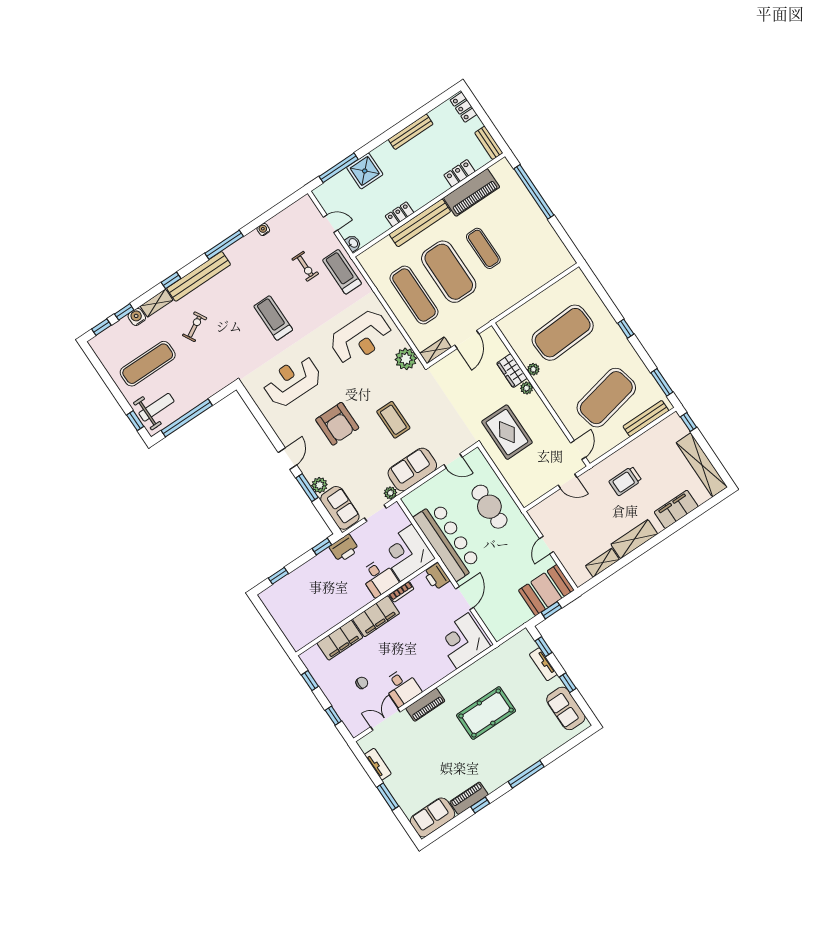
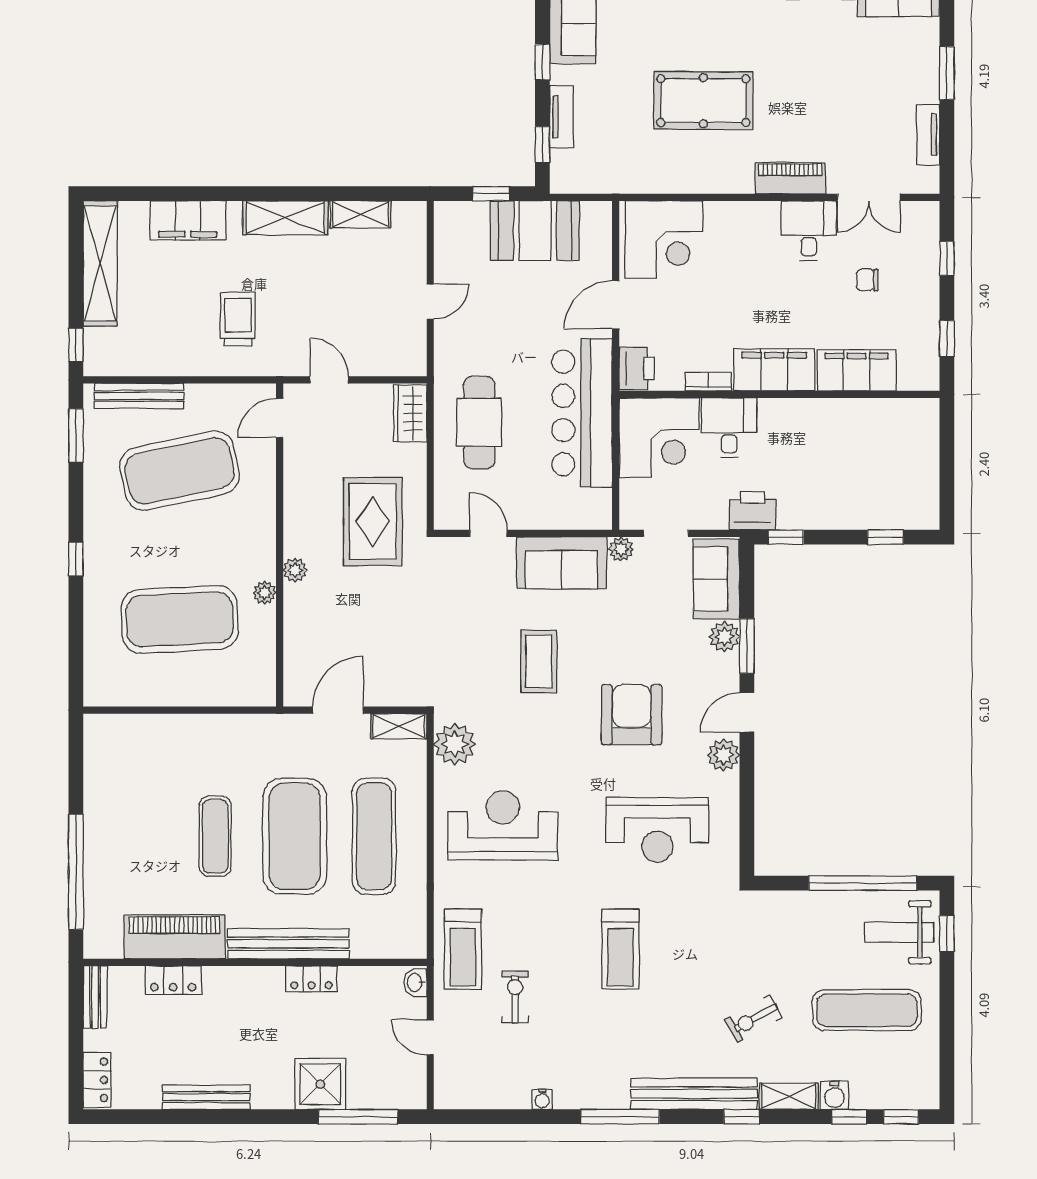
wardrobe: (512, 371) -> (410, 413), moved, turned 180
plant: (285, 433) -> (723, 755), added
trolley: (625, 481) -> (238, 319), turned -90
booth: (546, 590) -> (535, 231), moved

